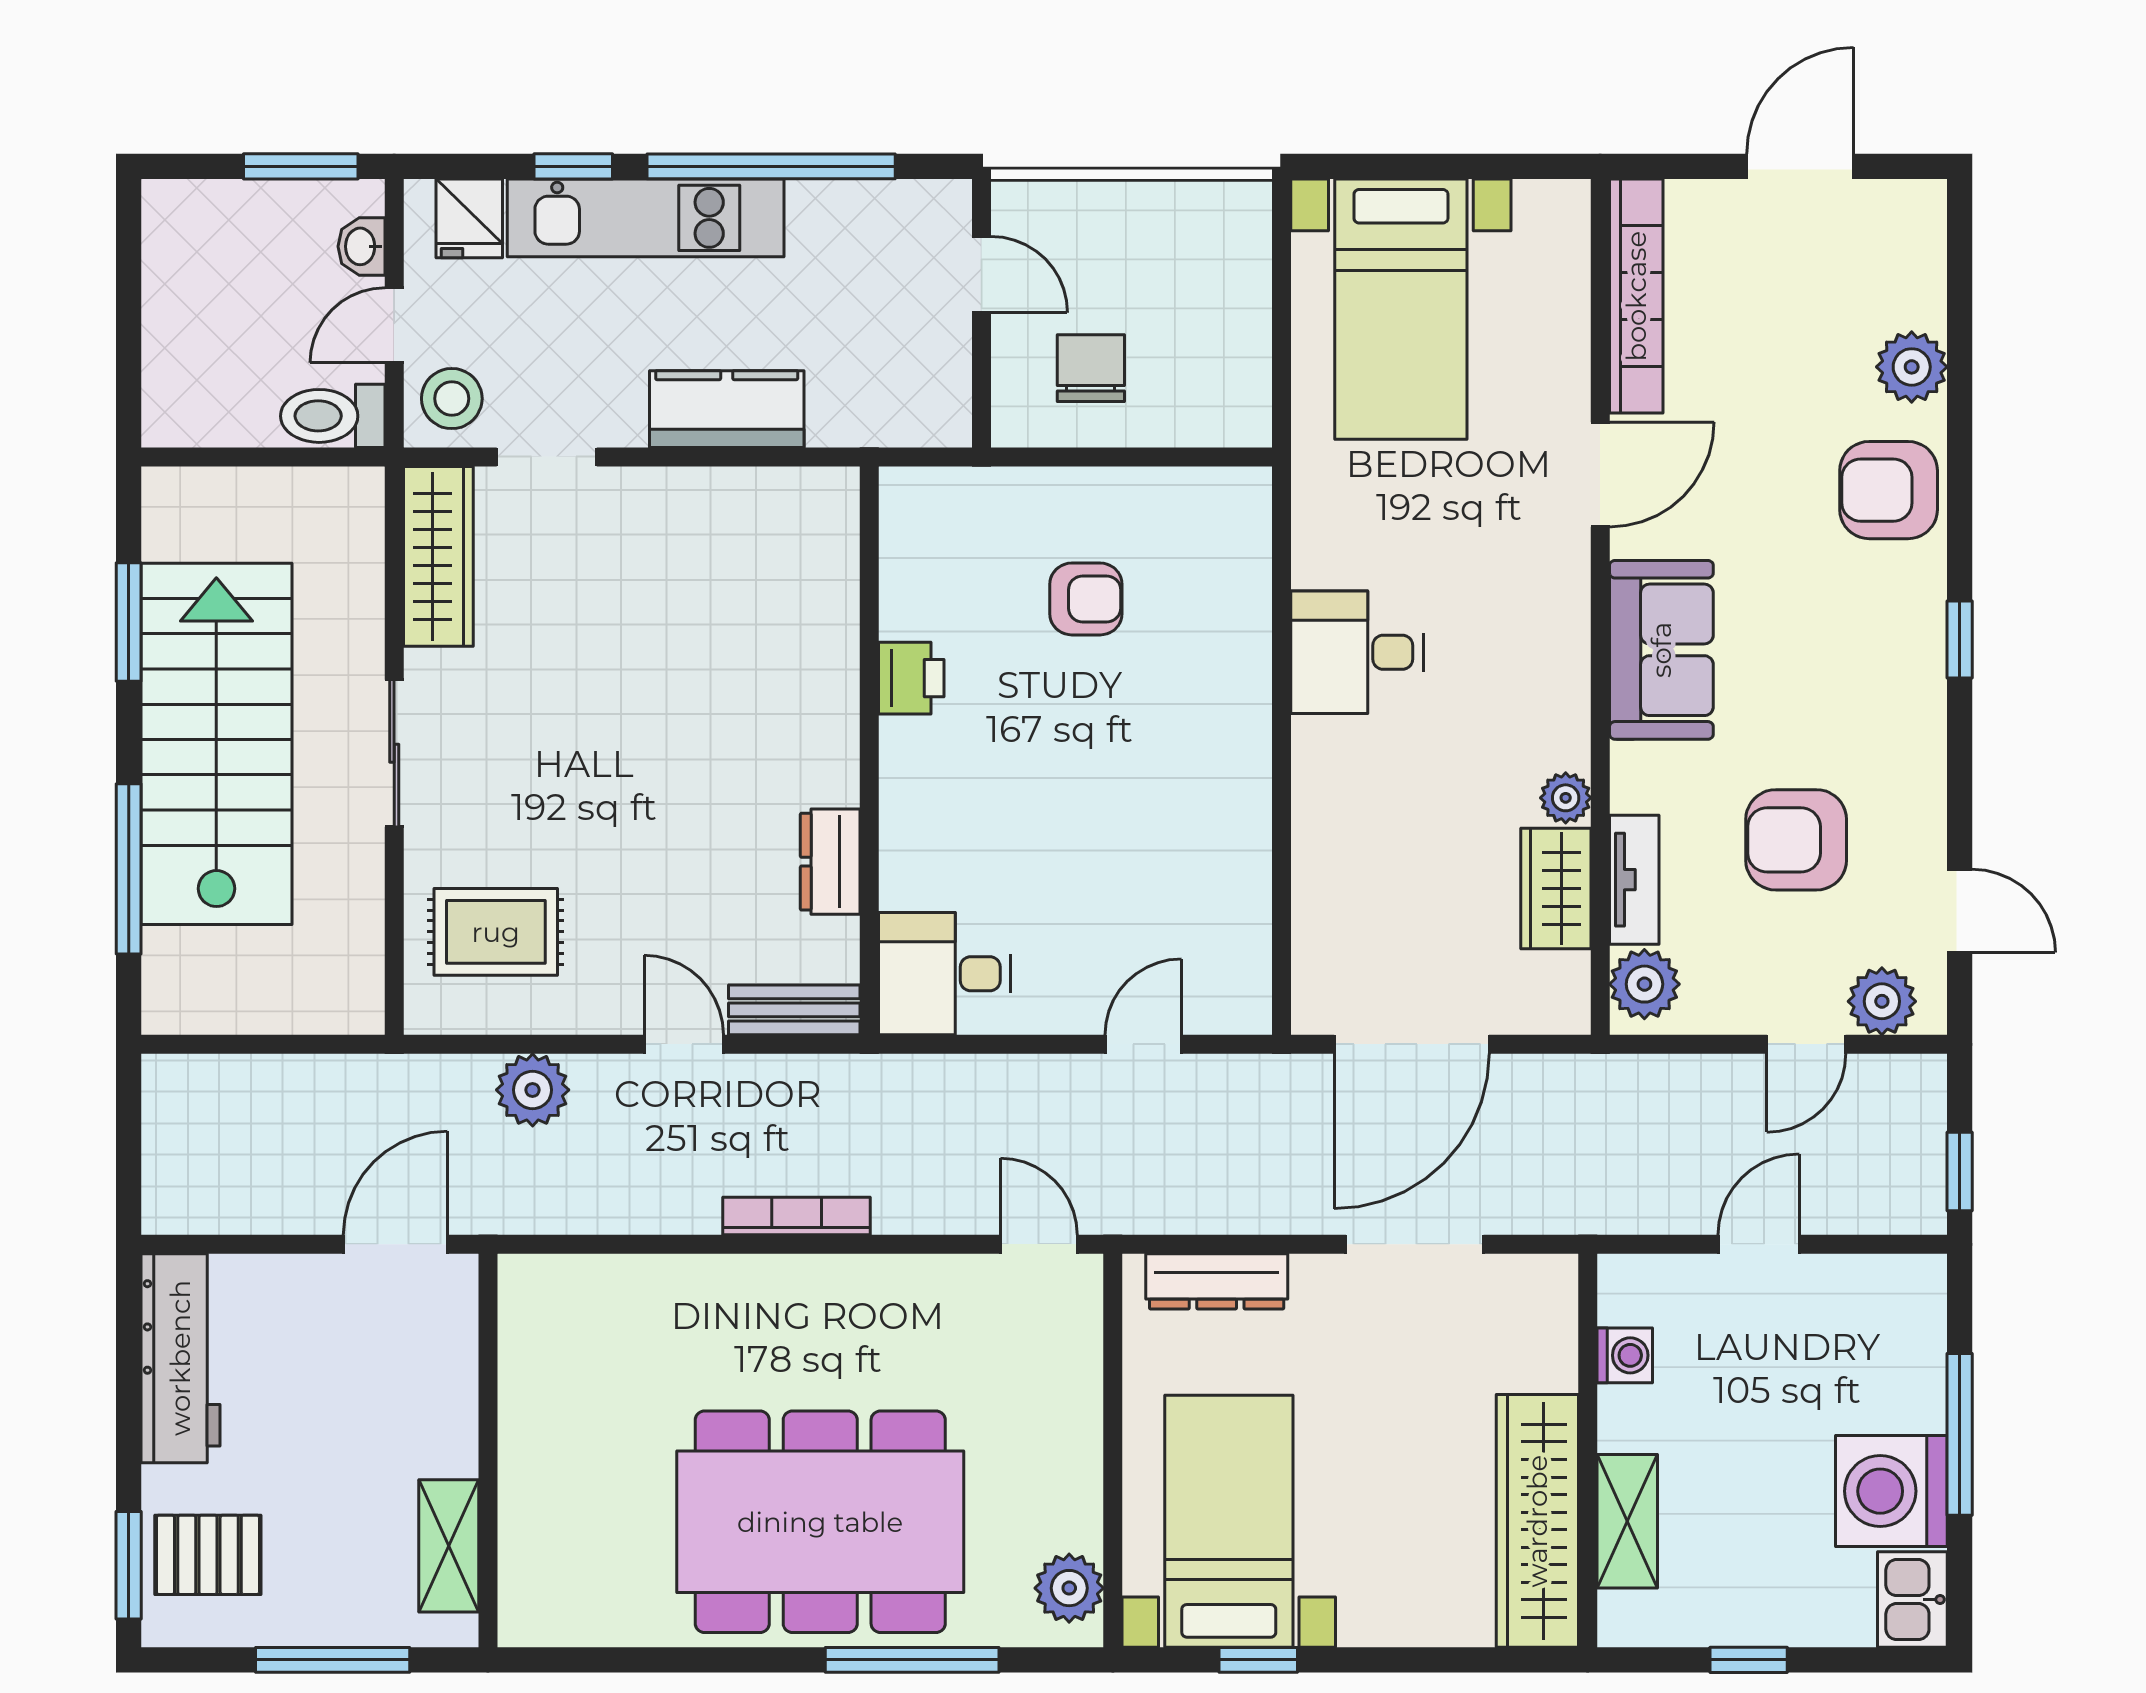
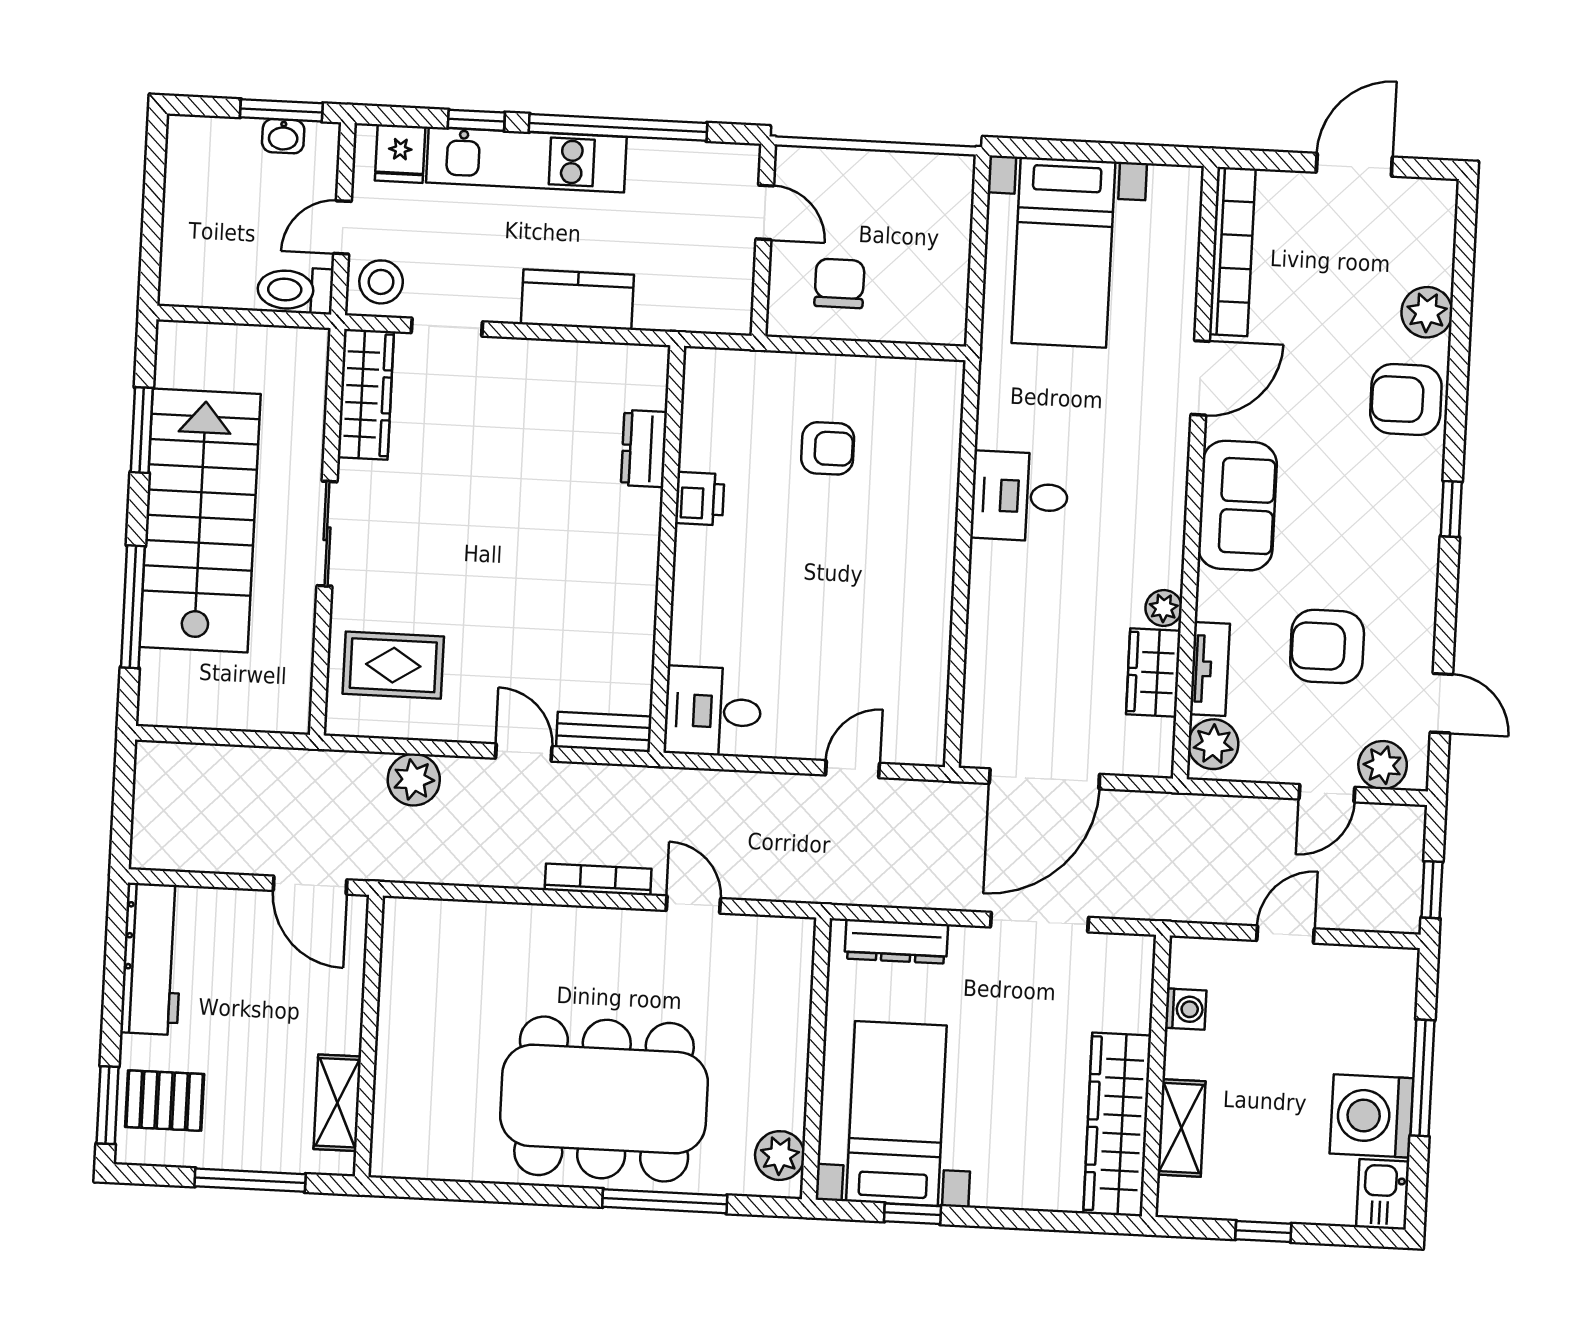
washbasin: (362, 246) -> (283, 136), moved, turned -90
dresser: (830, 862) -> (644, 449), moved
door: (395, 1244) -> (310, 885), swing flipped
door: (1039, 1244) -> (693, 905), moved

